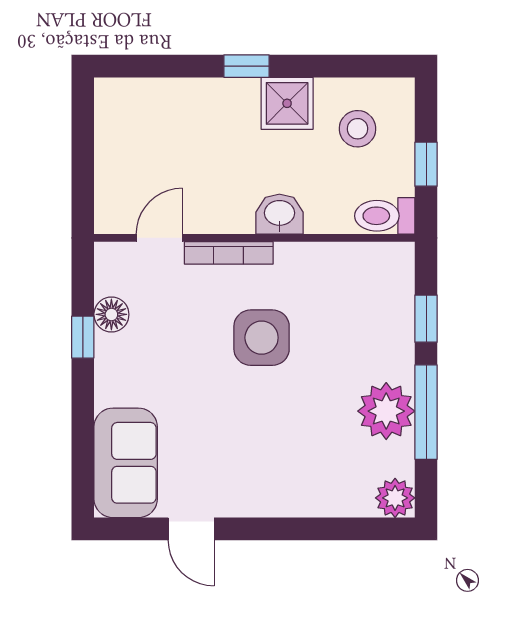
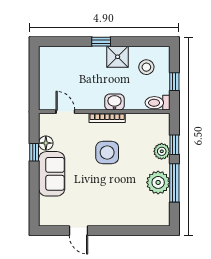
door: (159, 238) -> (65, 112), hinge flipped
bookcase: (229, 253) -> (107, 118), moved
sofa: (126, 463) -> (52, 174), moved
plant: (395, 498) -> (162, 151), moved

